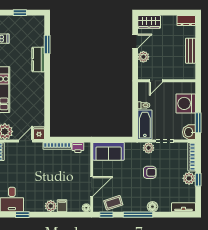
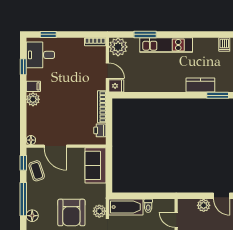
armchair: (150, 172) -> (71, 213), width x1.88, depth x1.88
filing cabinet: (62, 206) -> (33, 86), moved

